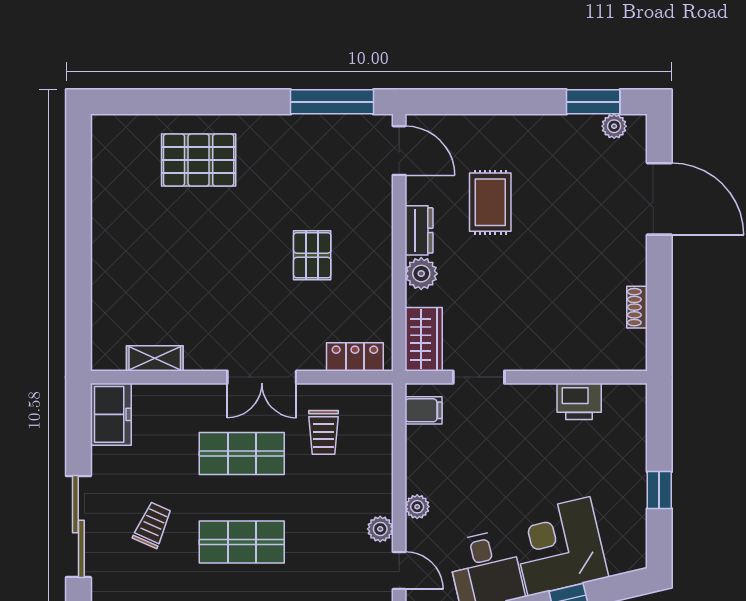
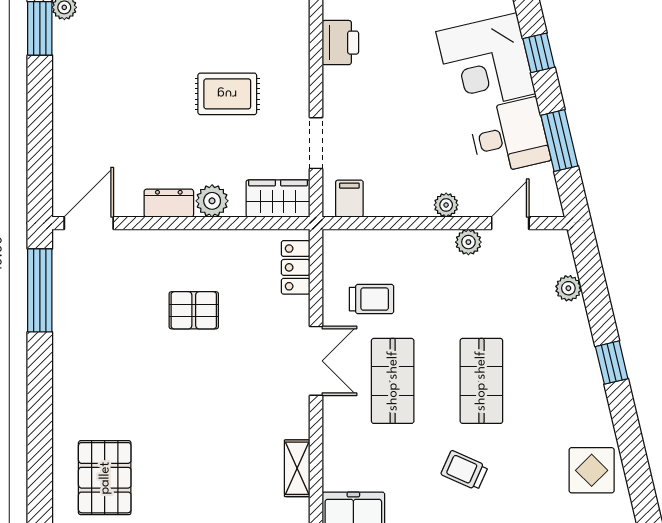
pallet: (199, 160) -> (105, 478), moved
rug: (490, 202) -> (227, 94), moved

